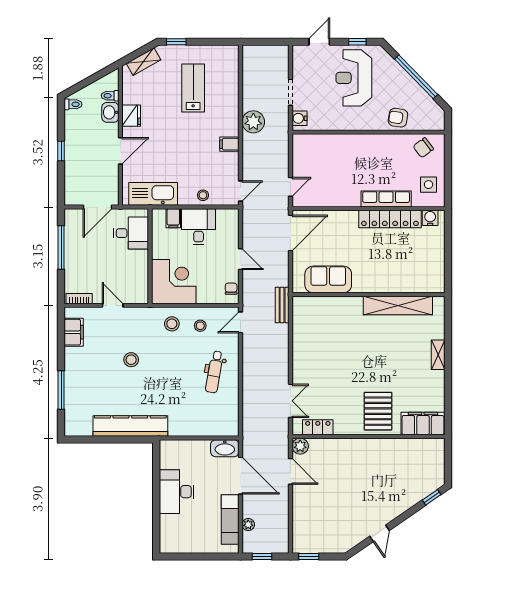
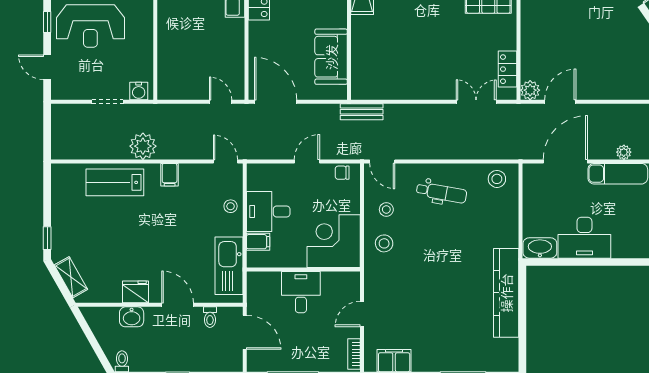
lab bench: (193, 88) -> (115, 182), moved
toilet: (110, 96) -> (210, 317), moved
desk: (131, 233) -> (301, 292), moved
stool: (131, 360) -> (497, 179), moved
washbasin: (225, 448) -> (540, 248), moved, turned -90

